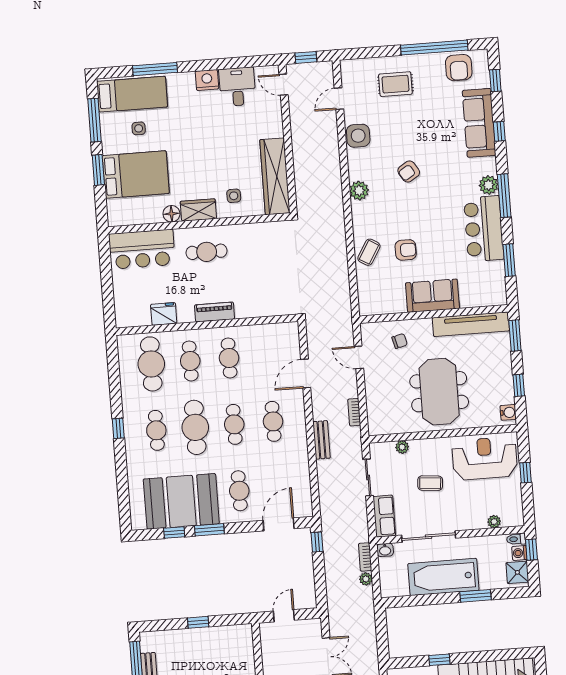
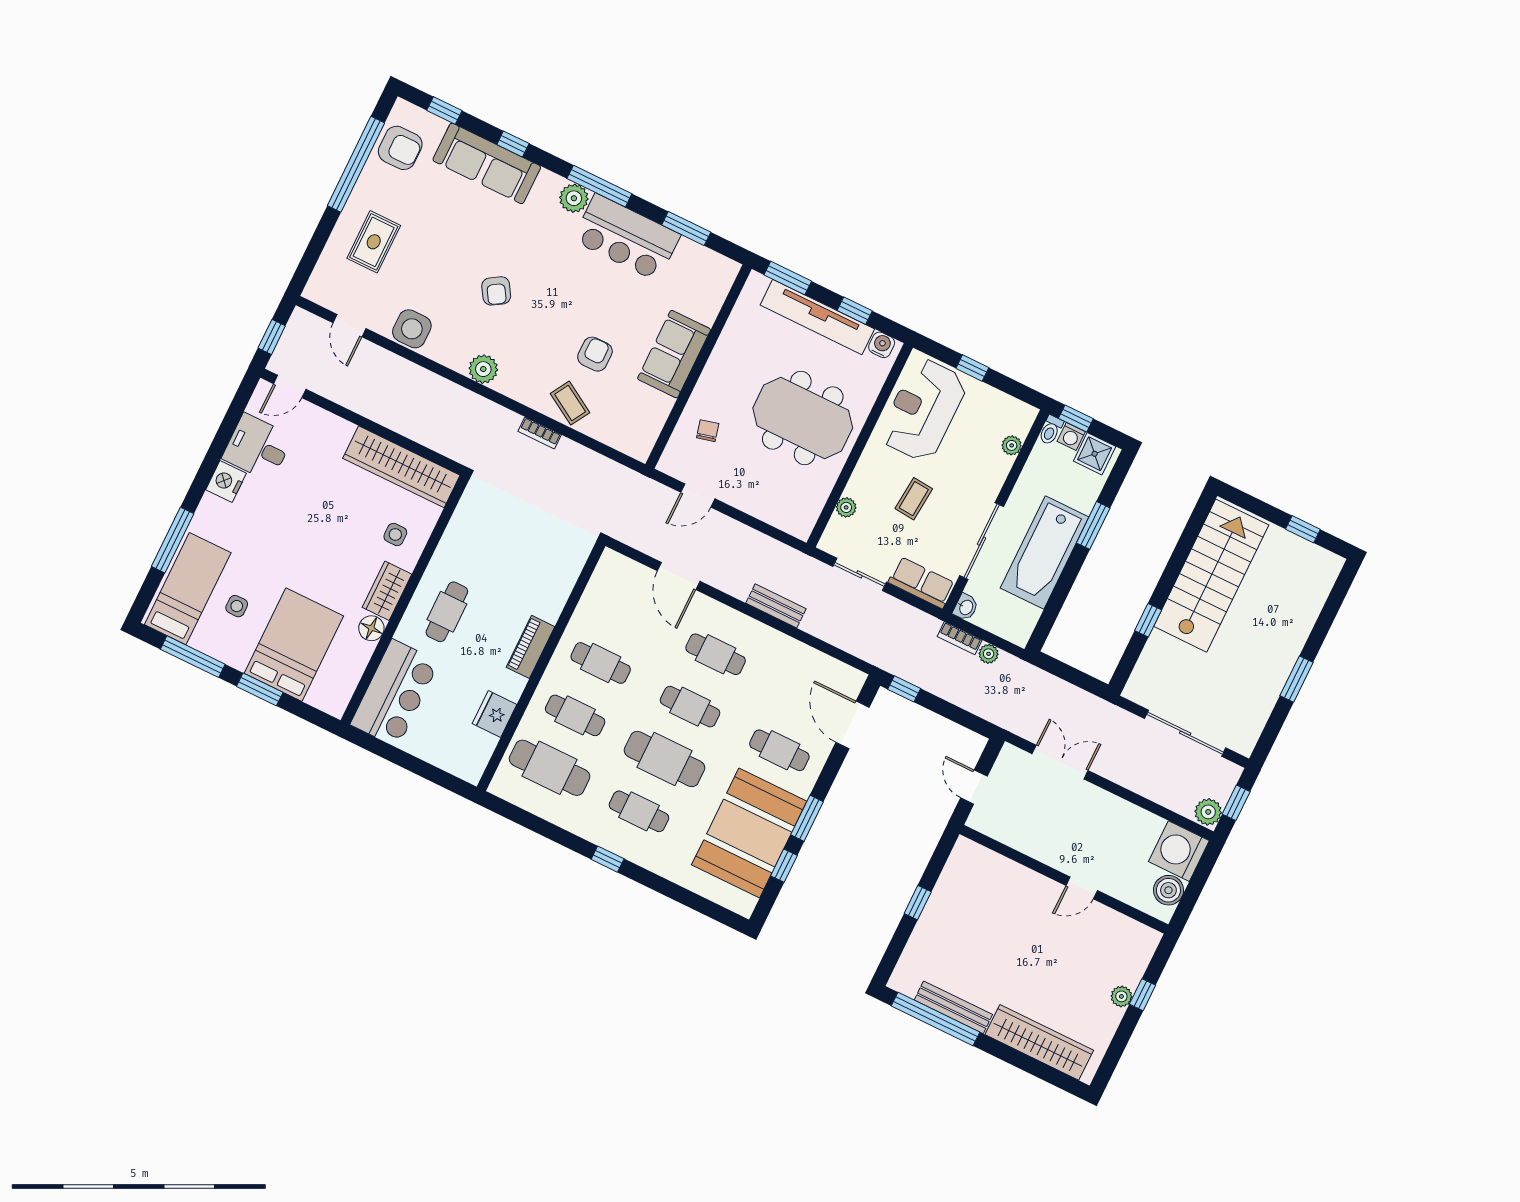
tv unit: (471, 324) -> (817, 317), moved, turned 90
bookcase: (354, 412) -> (540, 433), moved

